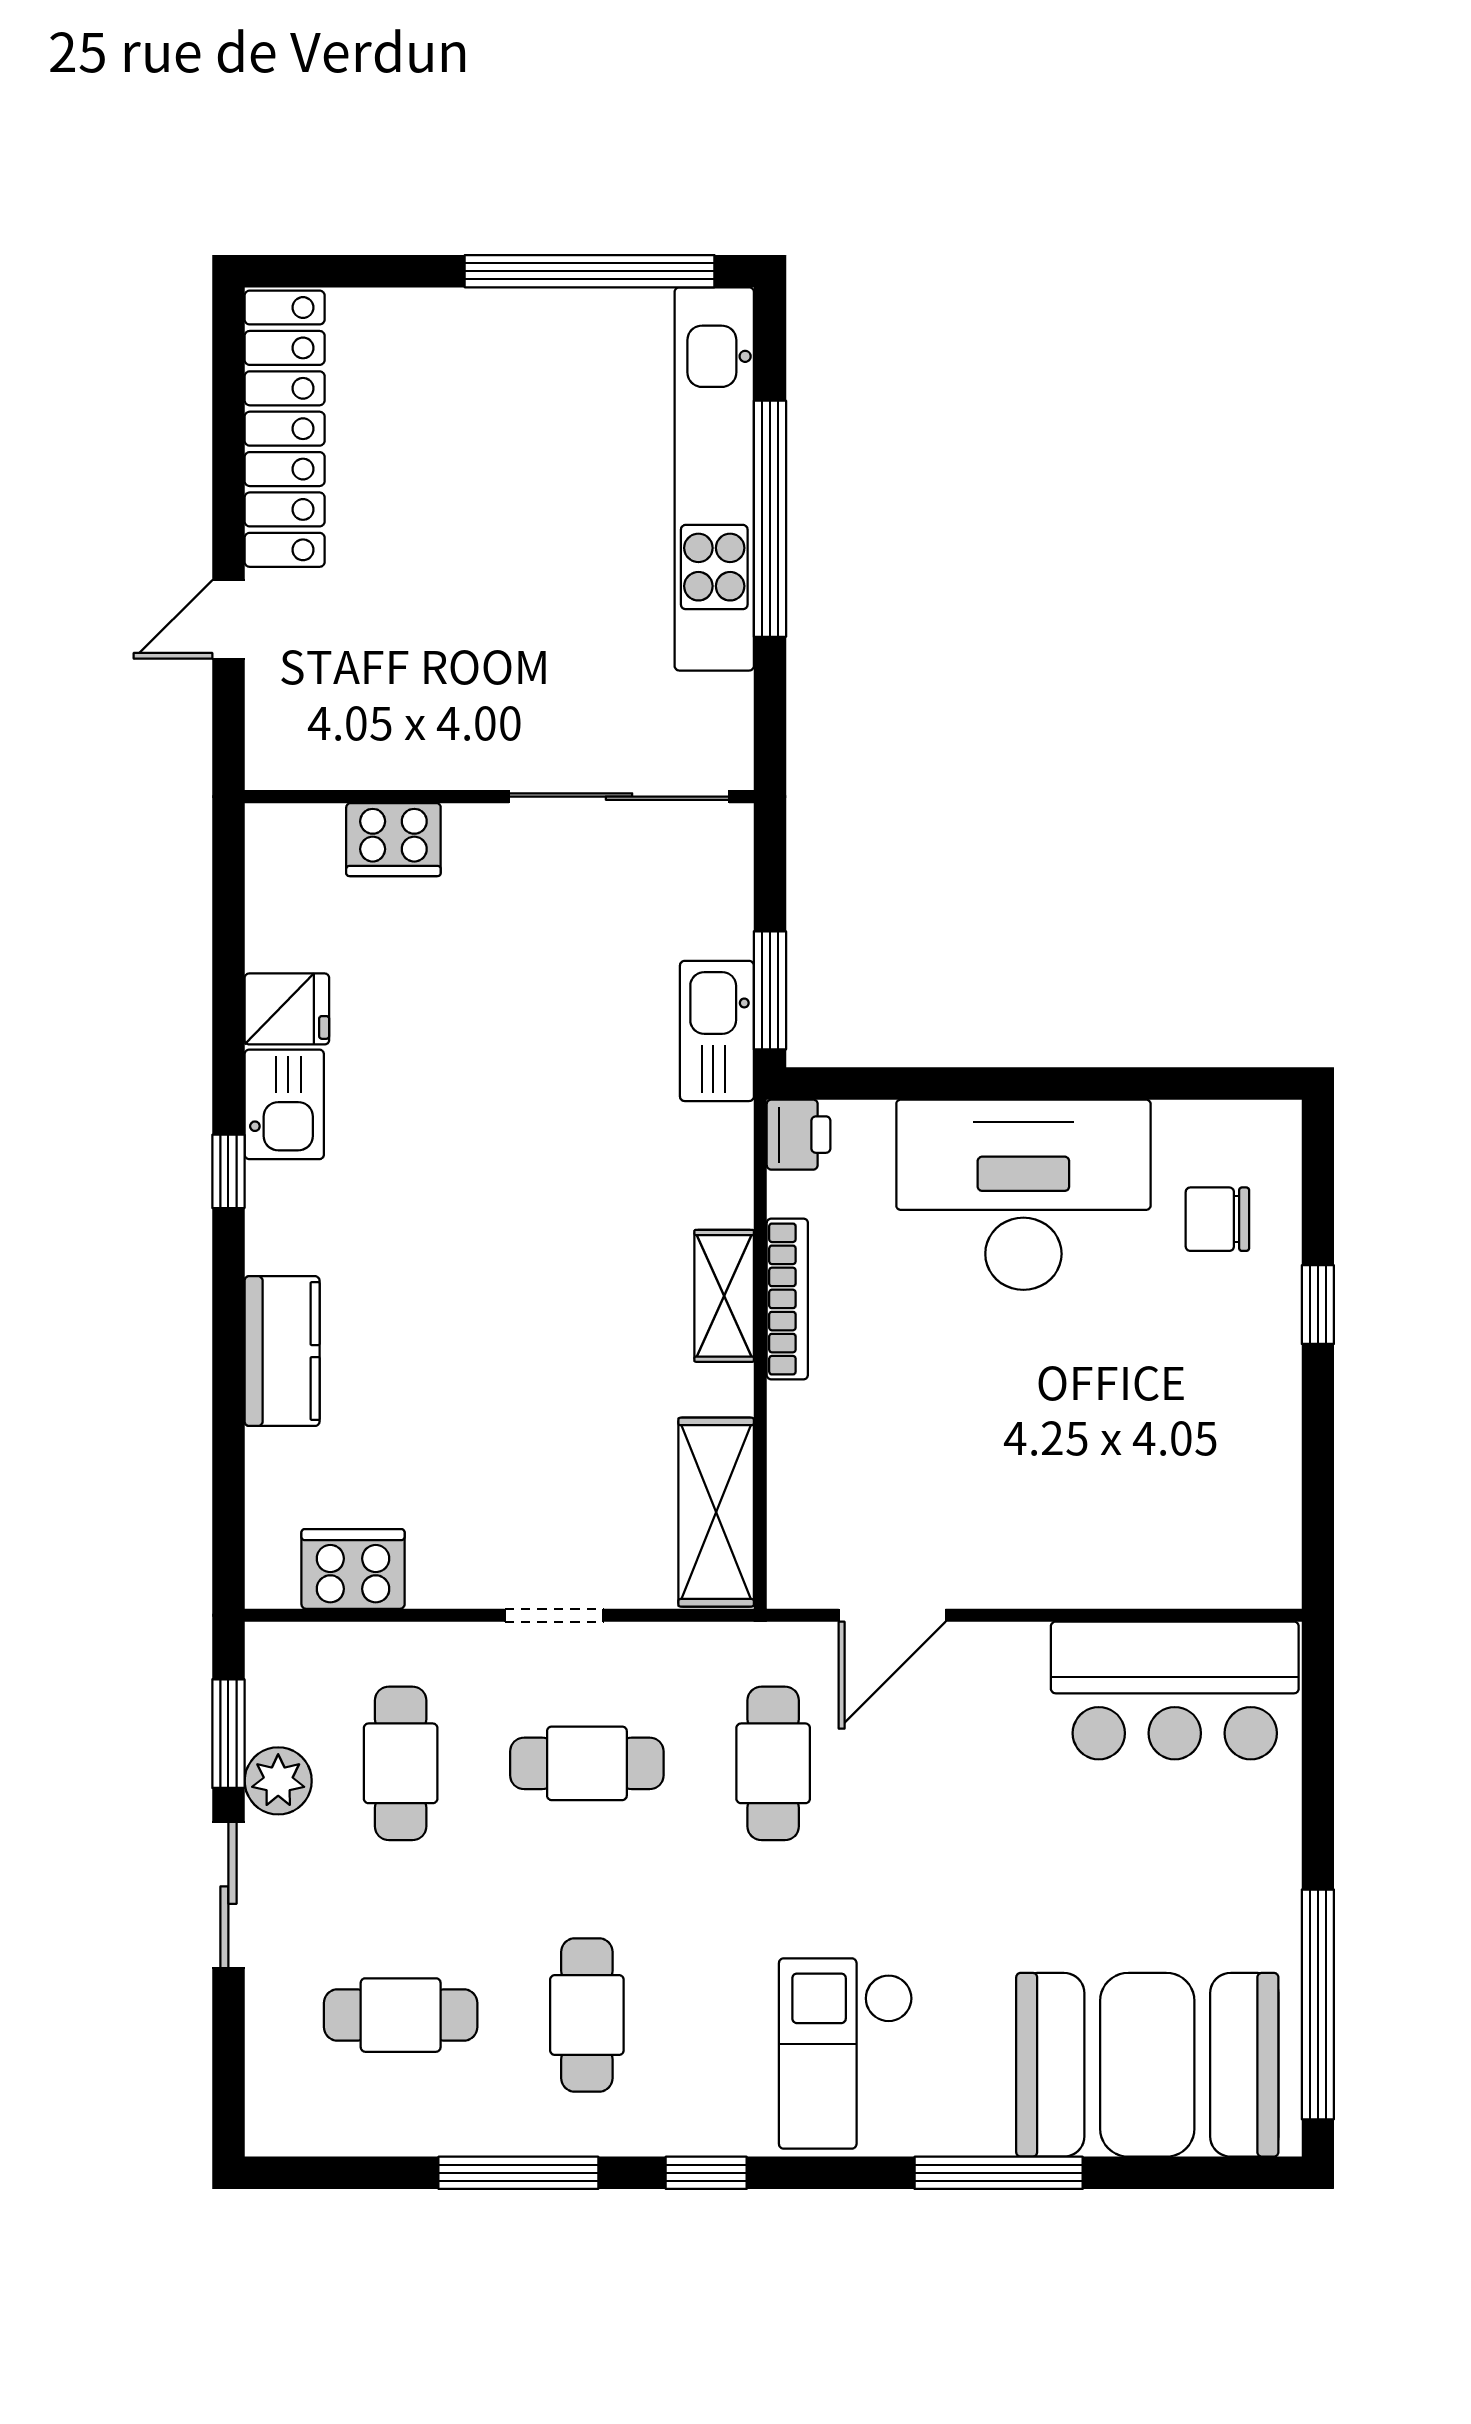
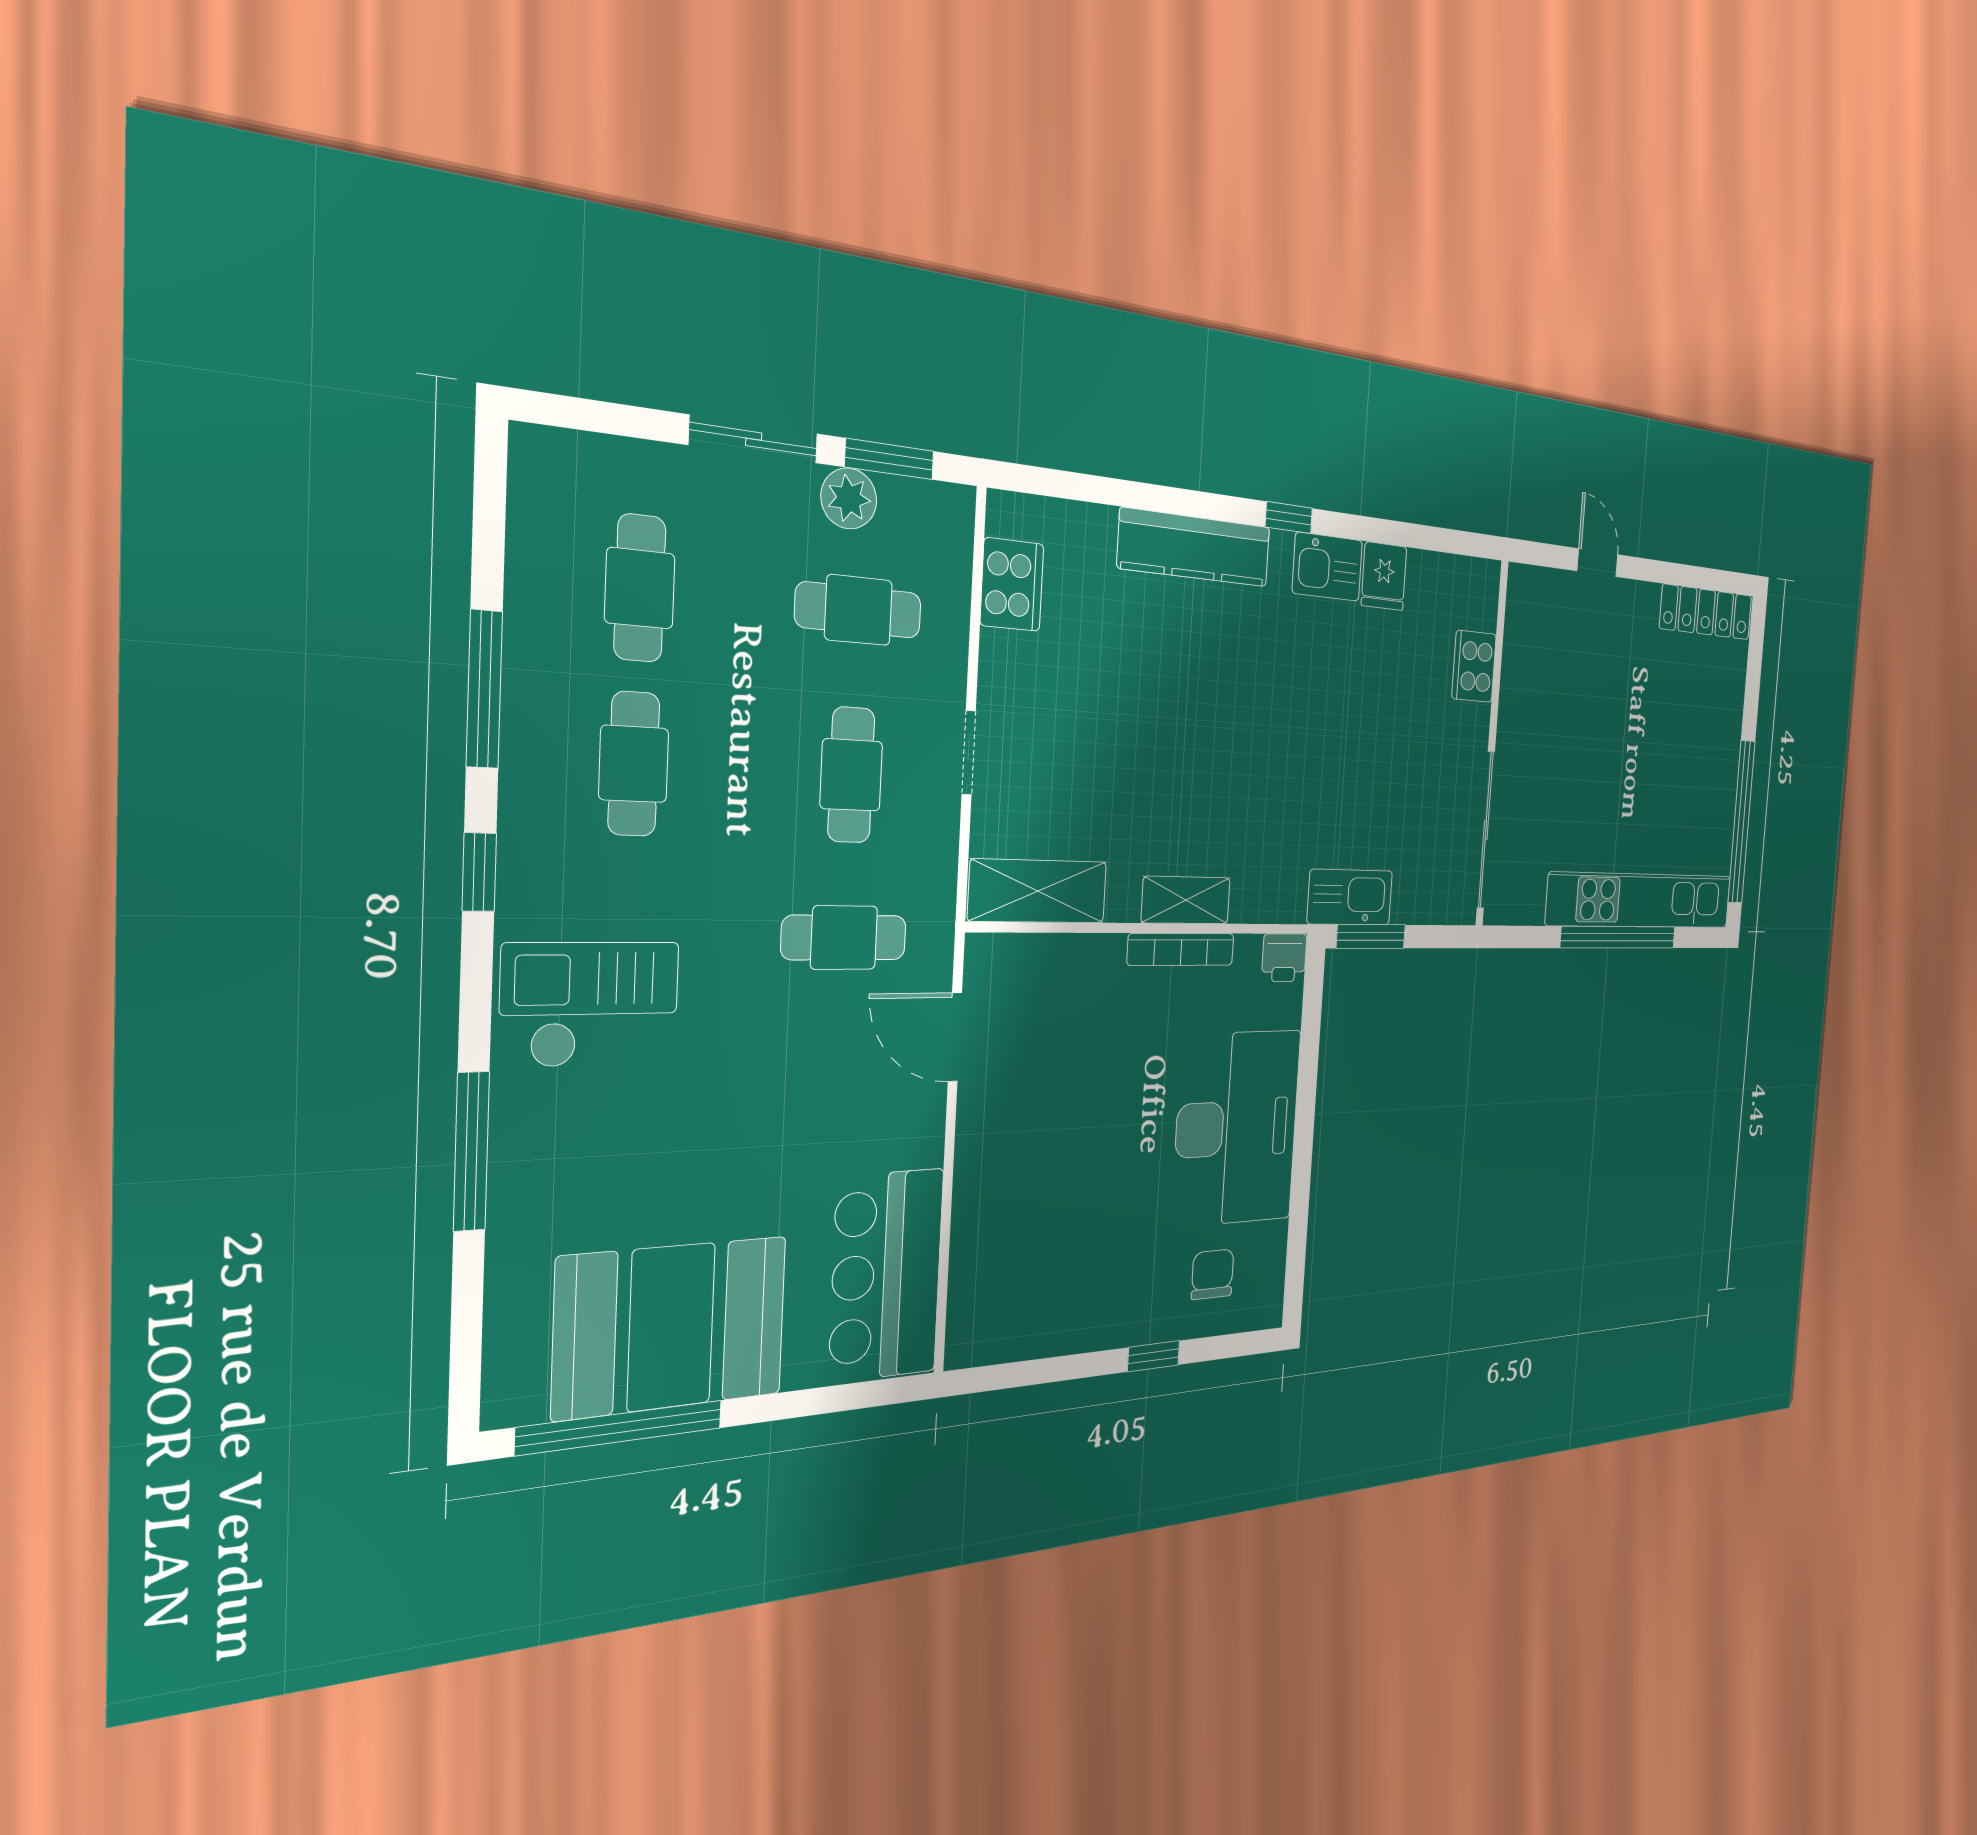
locker: (285, 429) -> (1706, 612), width x0.71, depth x0.83
kitchen counter: (282, 1351) -> (1195, 548), width x1.50
cafe table: (587, 2015) -> (634, 764), turned 90
booth: (1147, 2065) -> (671, 1327), moved, turned 90

